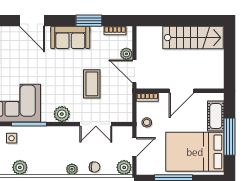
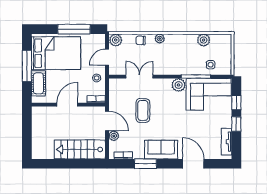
stairs: (193, 38) -> (80, 149), moved
plant: (62, 114) -> (179, 85), moved

